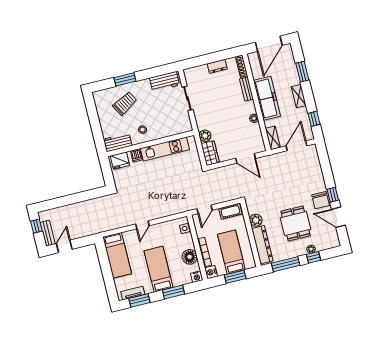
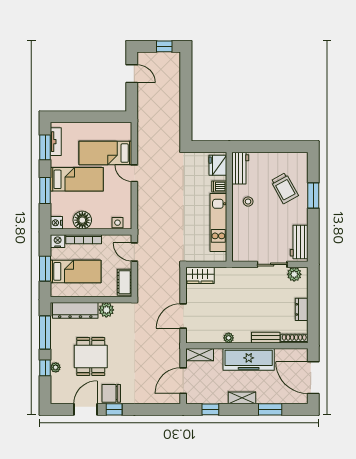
plant: (205, 136) -> (294, 274), moved
door: (297, 146) -> (183, 381), swing flipped
dining table: (296, 223) -> (91, 356), turned 90
bench: (48, 233) -> (152, 58), removed
bed: (117, 255) -> (105, 153), moved

